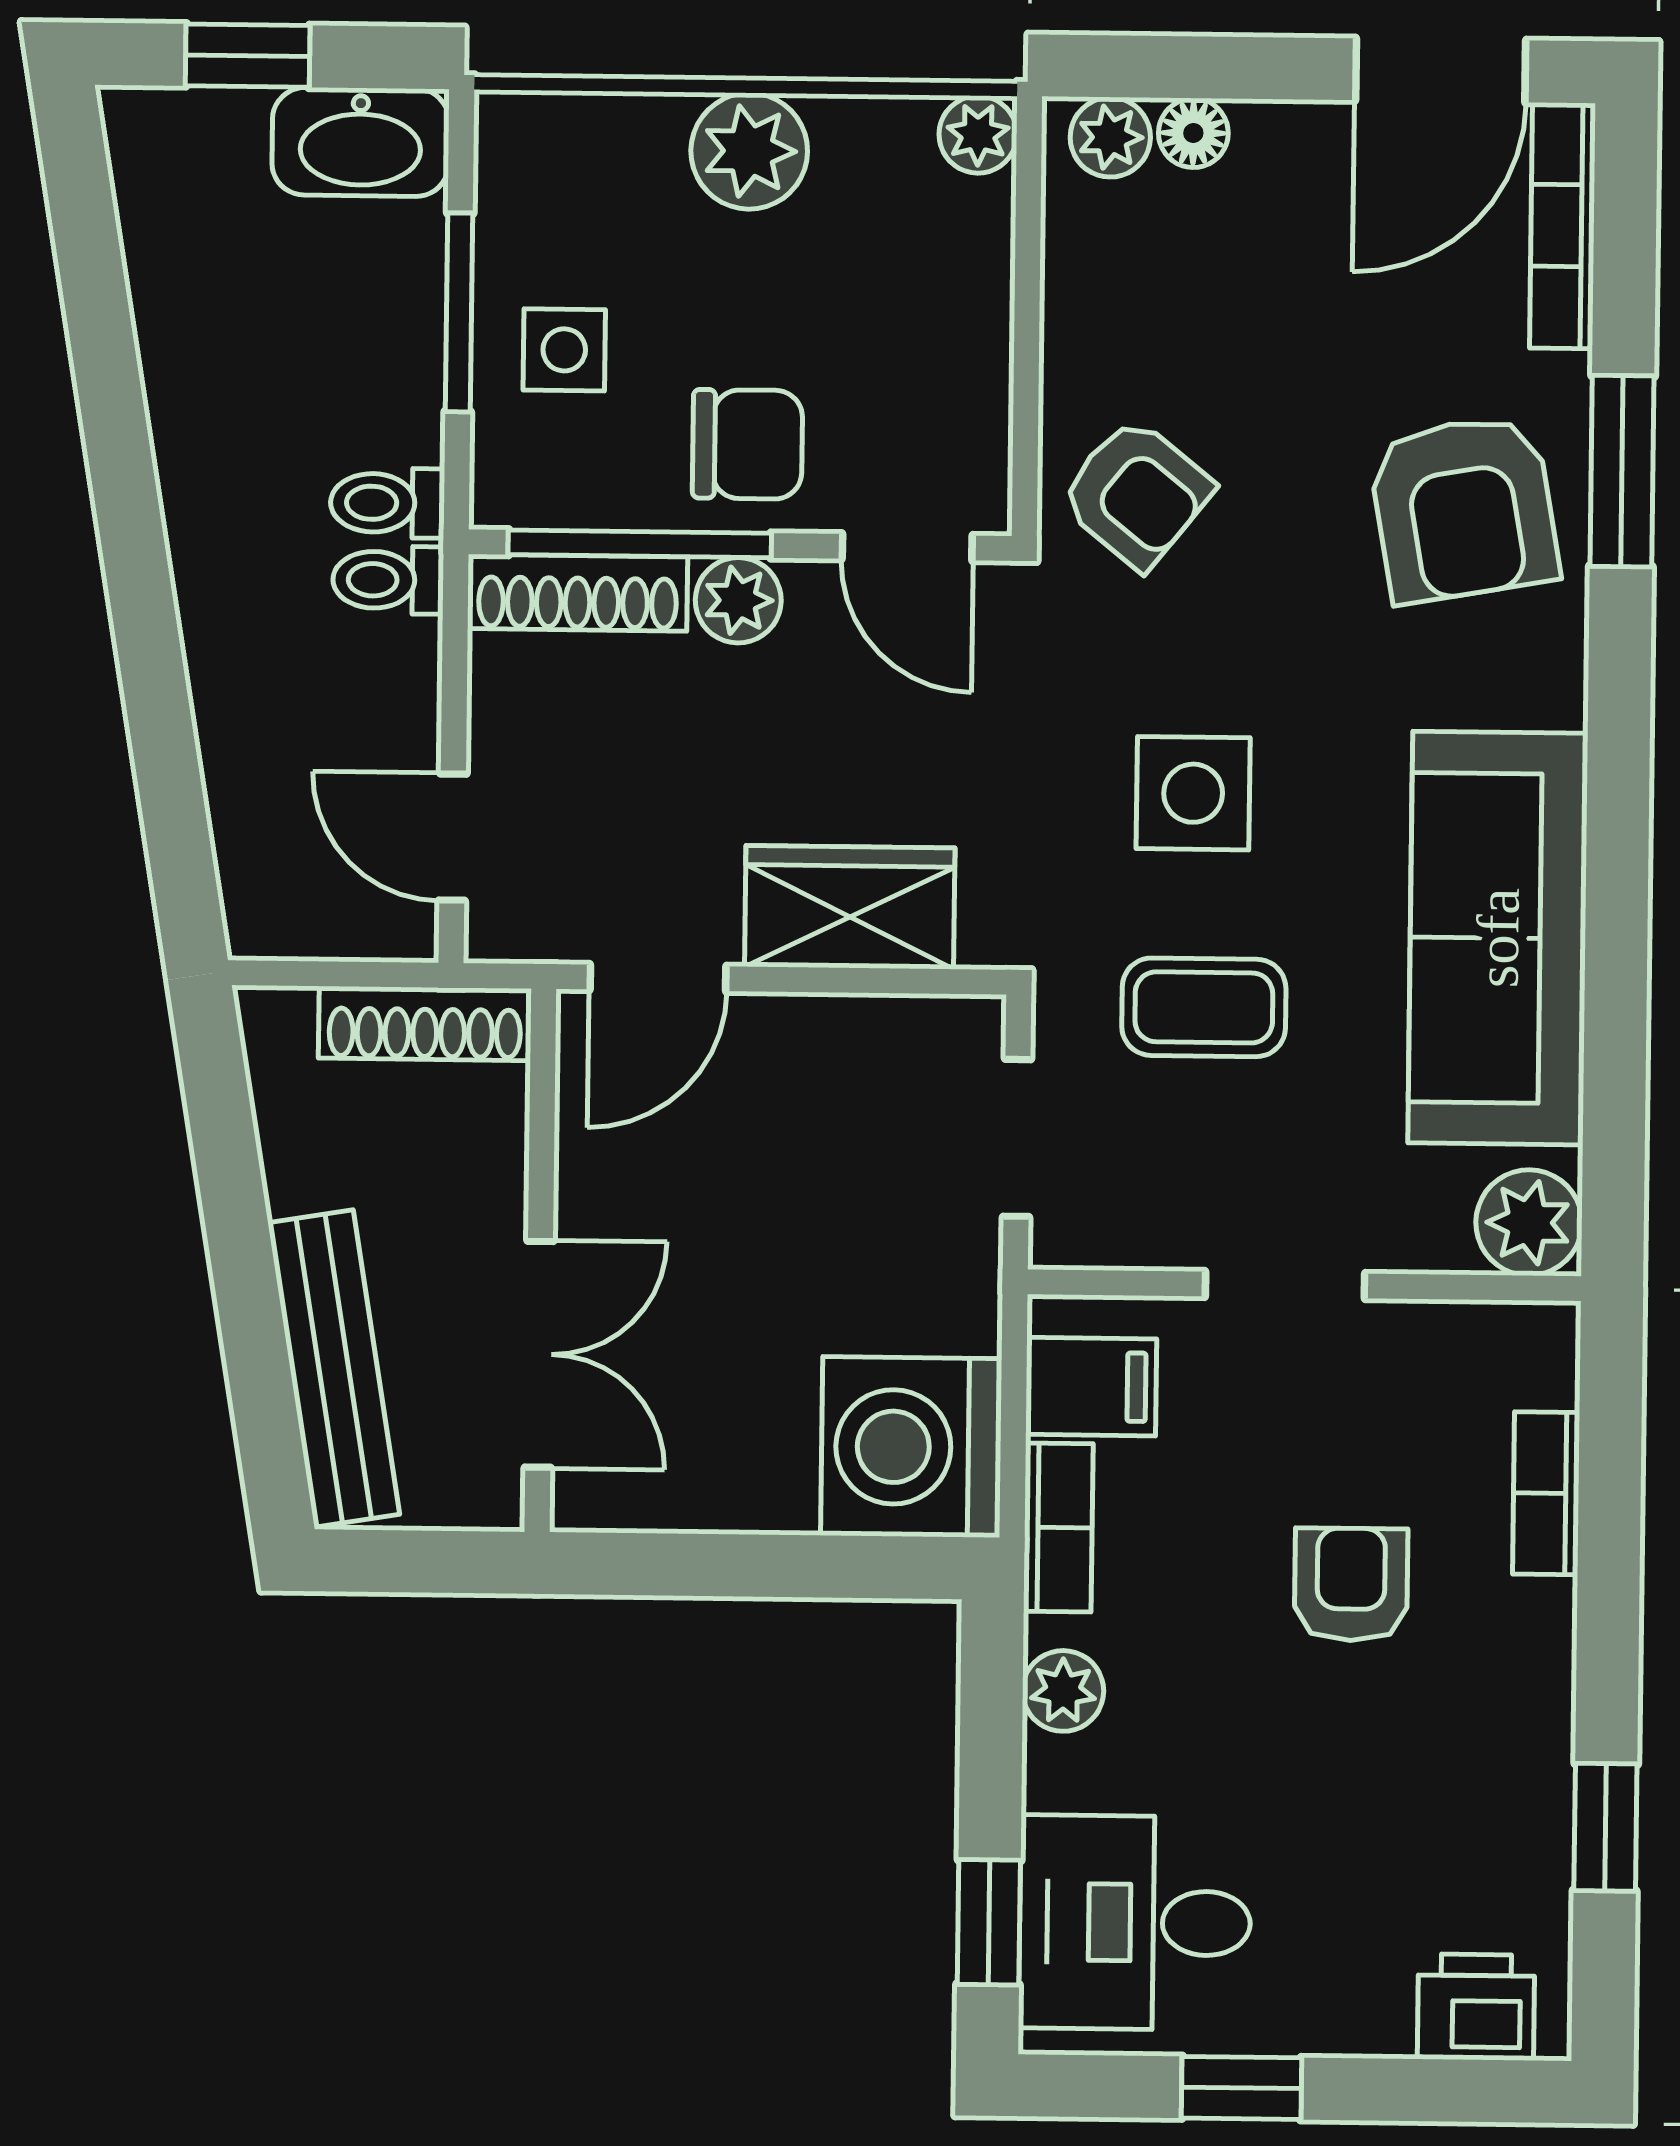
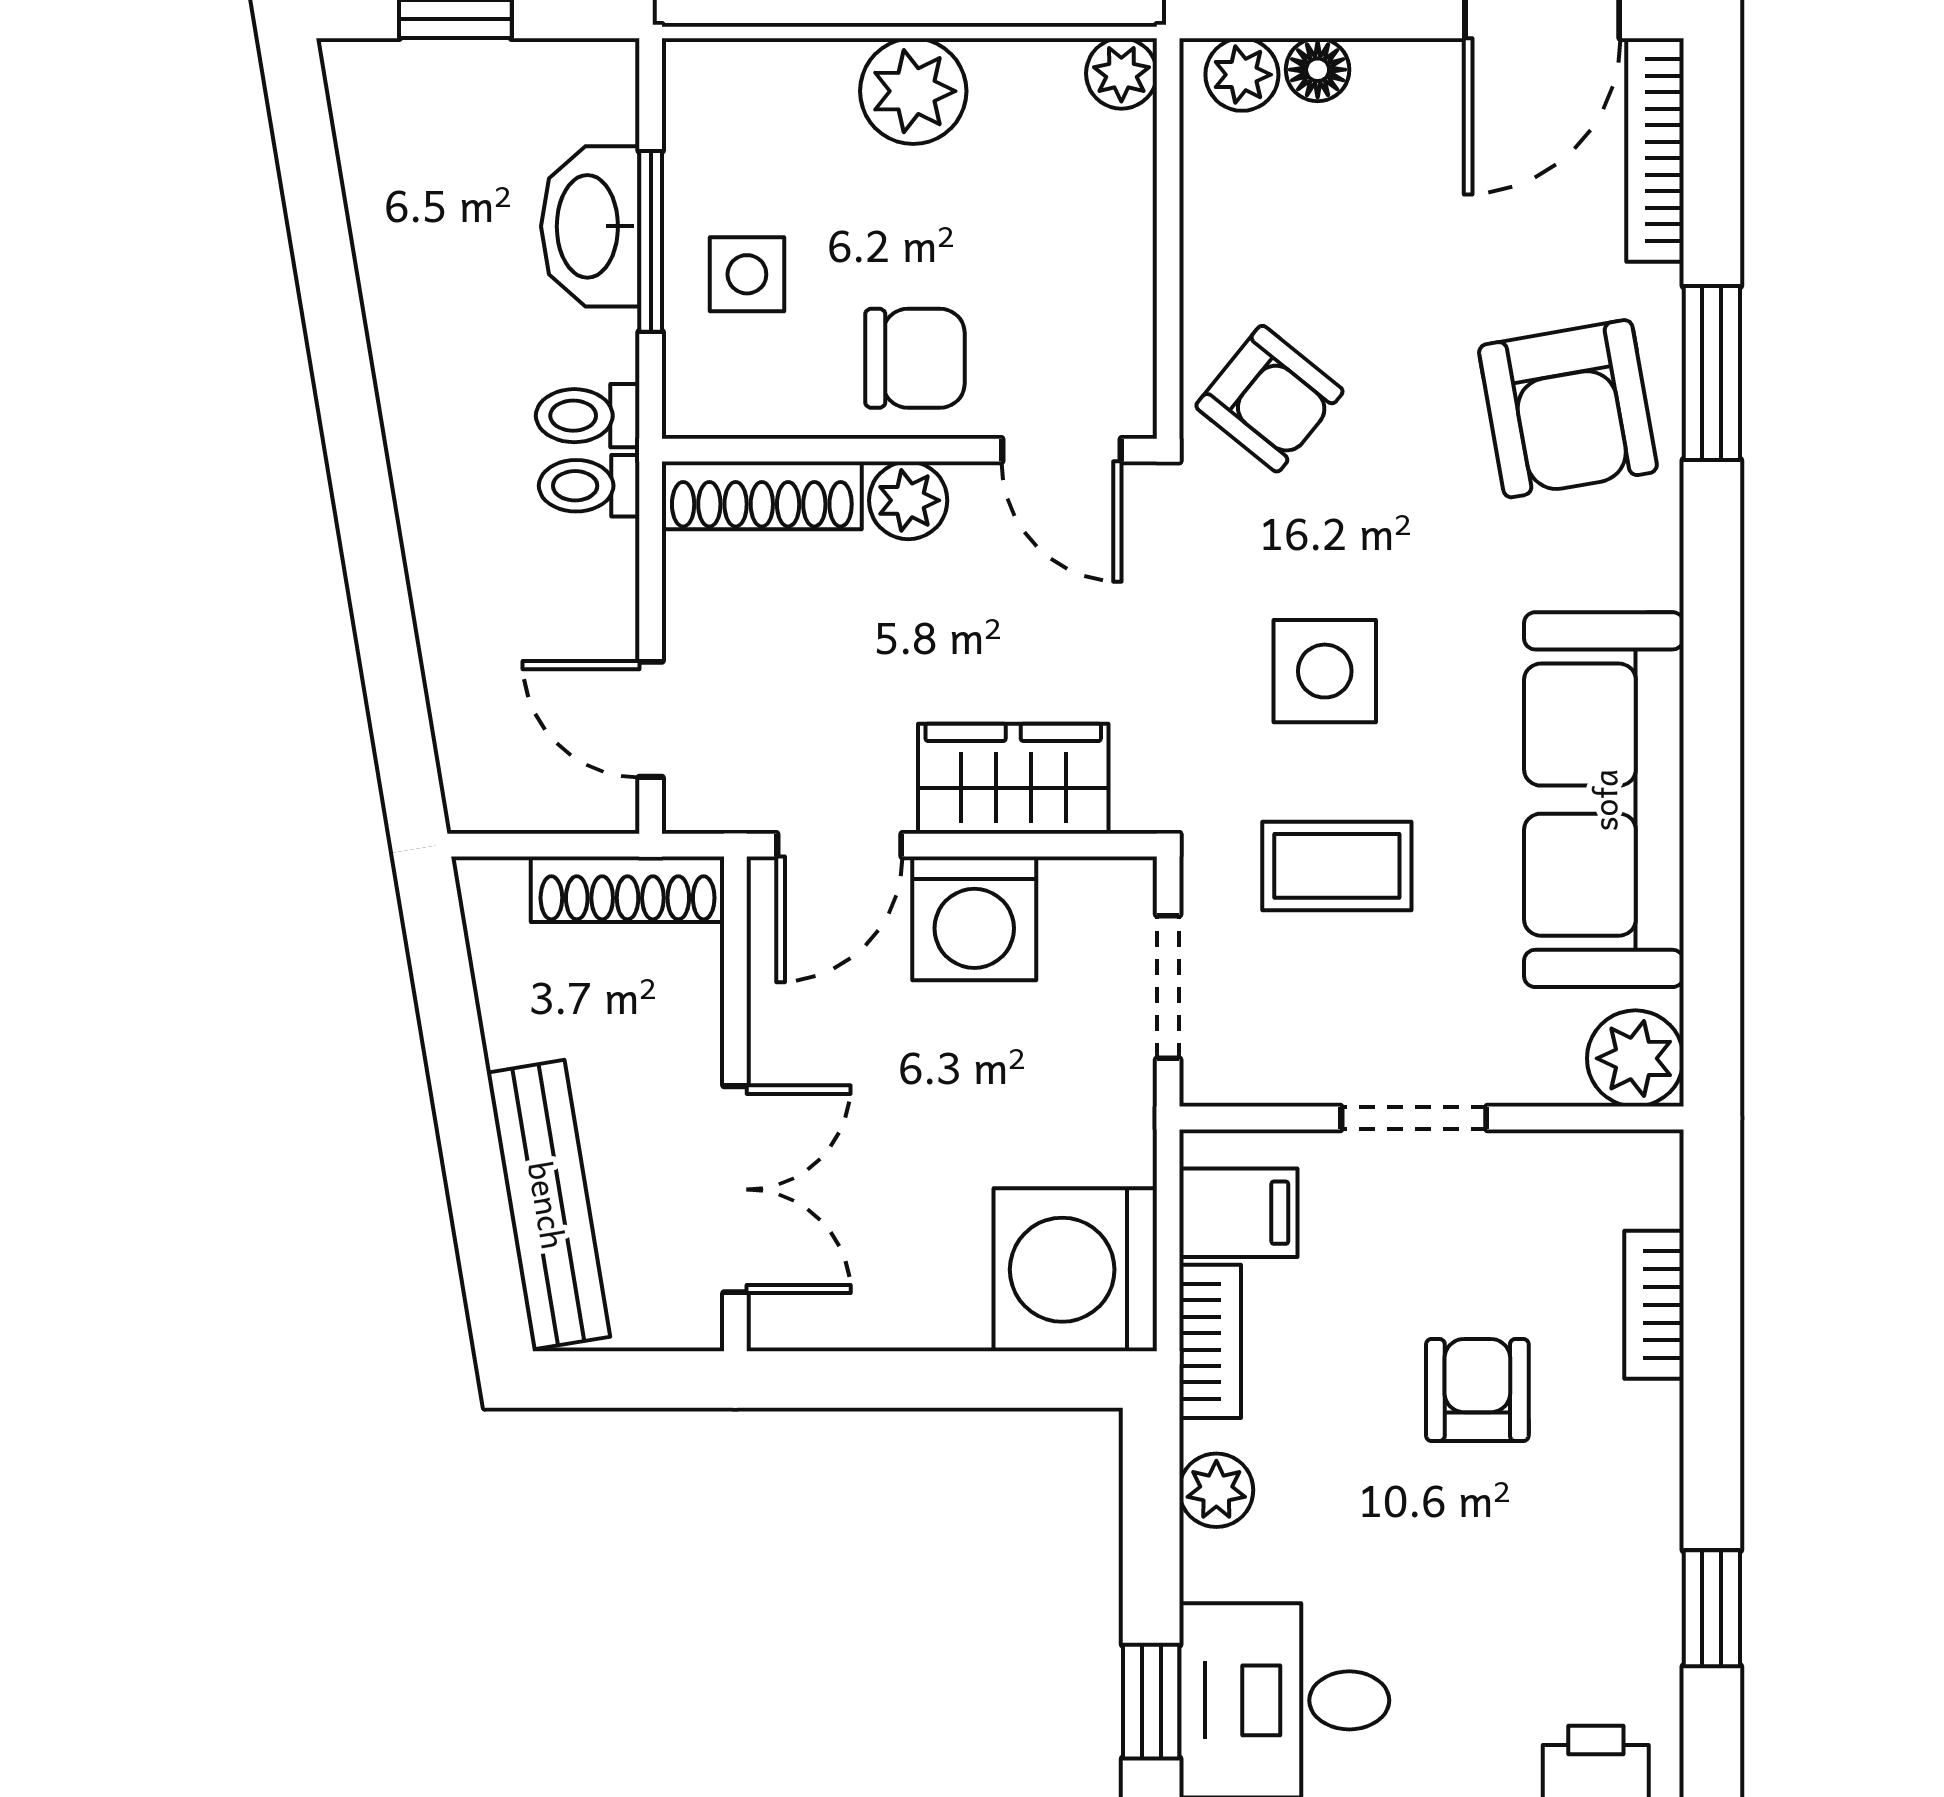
washbasin: (360, 142) -> (590, 226), moved, turned 90
window: (640, 544) -> (818, 450), removed
washing machine: (805, 1060) -> (974, 918), added

